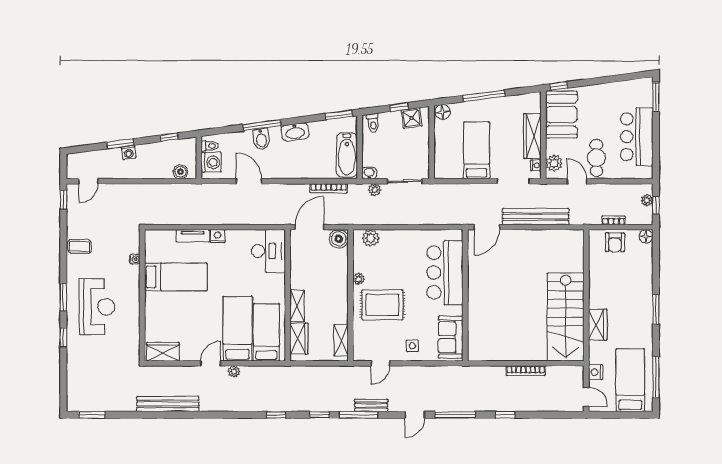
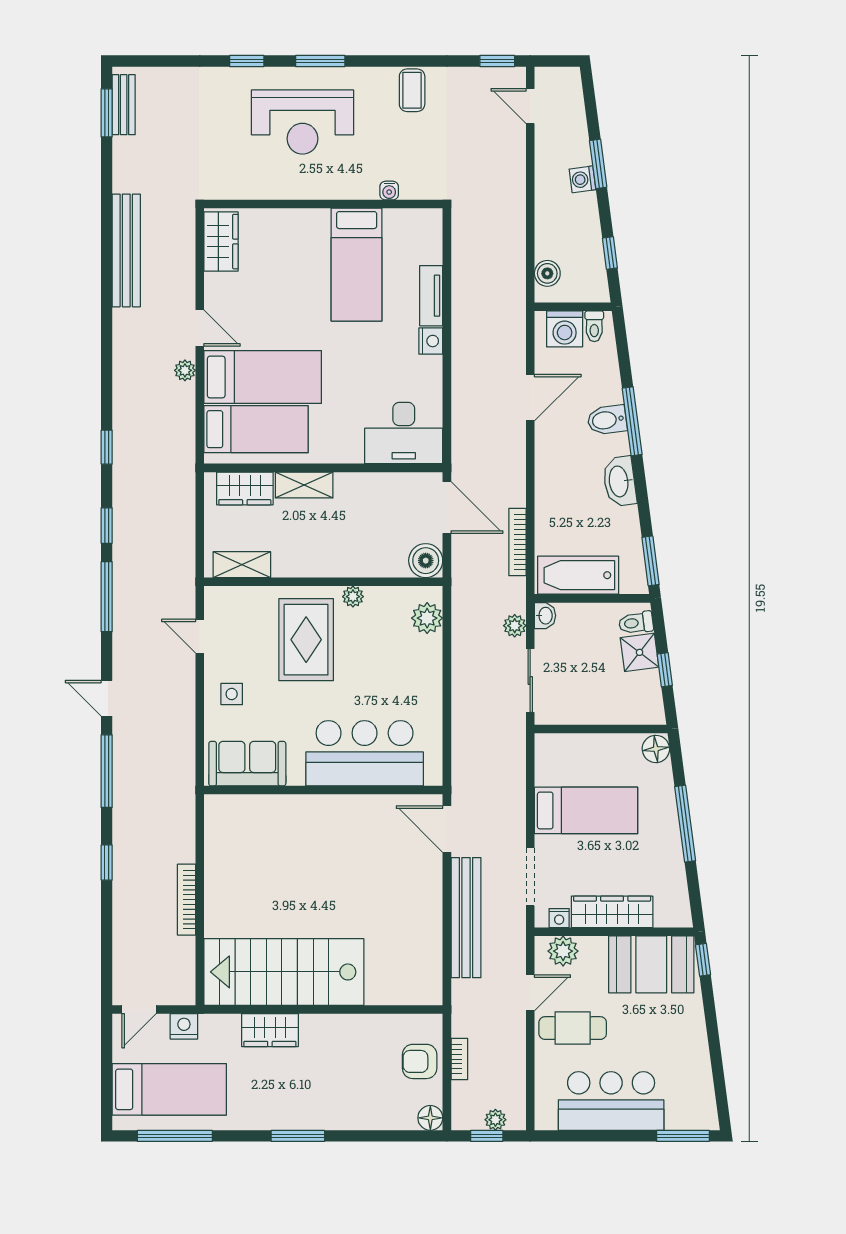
shower: (412, 118) -> (640, 652), moved
bench: (371, 405) -> (124, 105), moved

